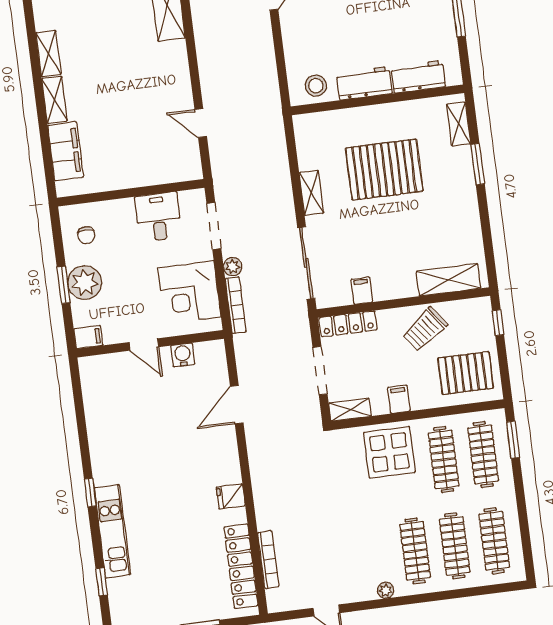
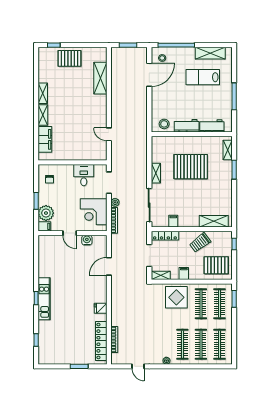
plant: (85, 283) -> (46, 213), moved
kitchen unit: (112, 531) -> (44, 299), moved

